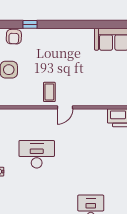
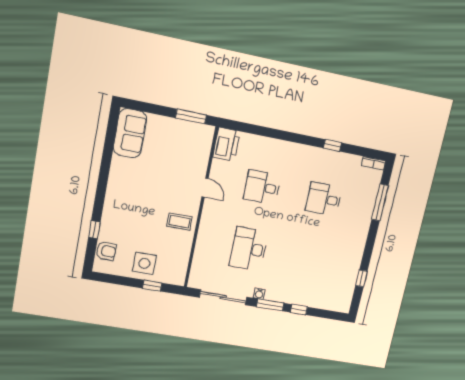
door: (65, 107) -> (205, 188), moved
desk: (91, 154) -> (262, 187), added

